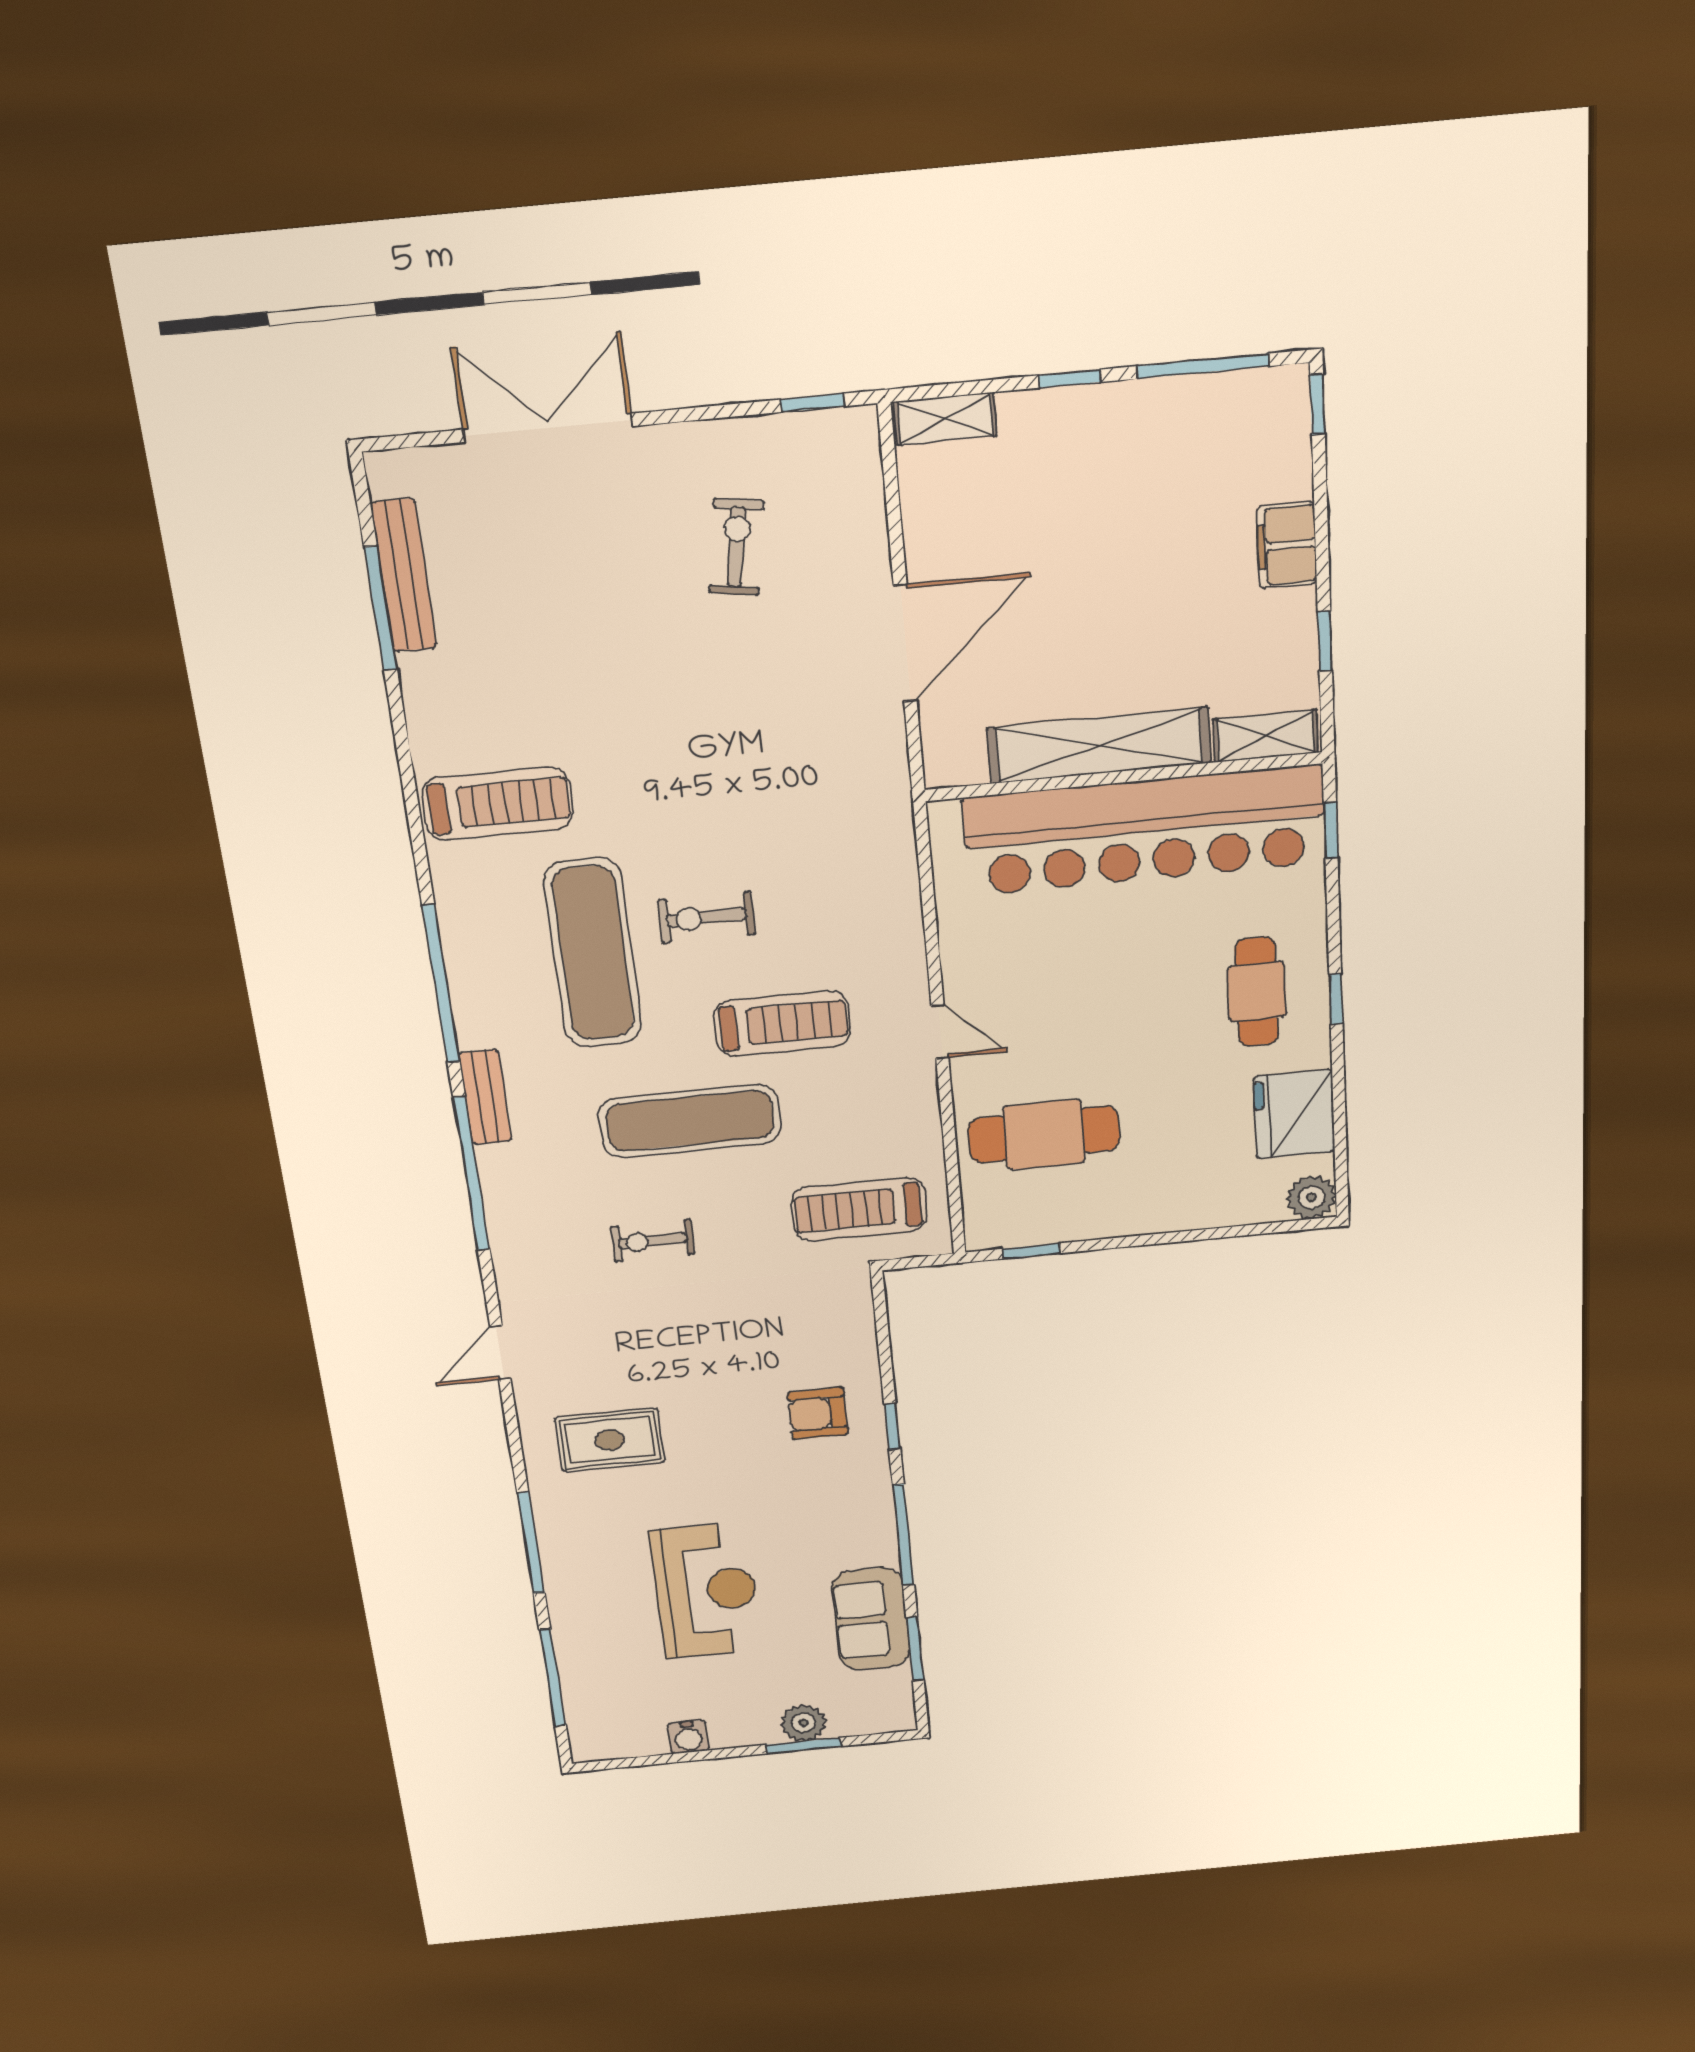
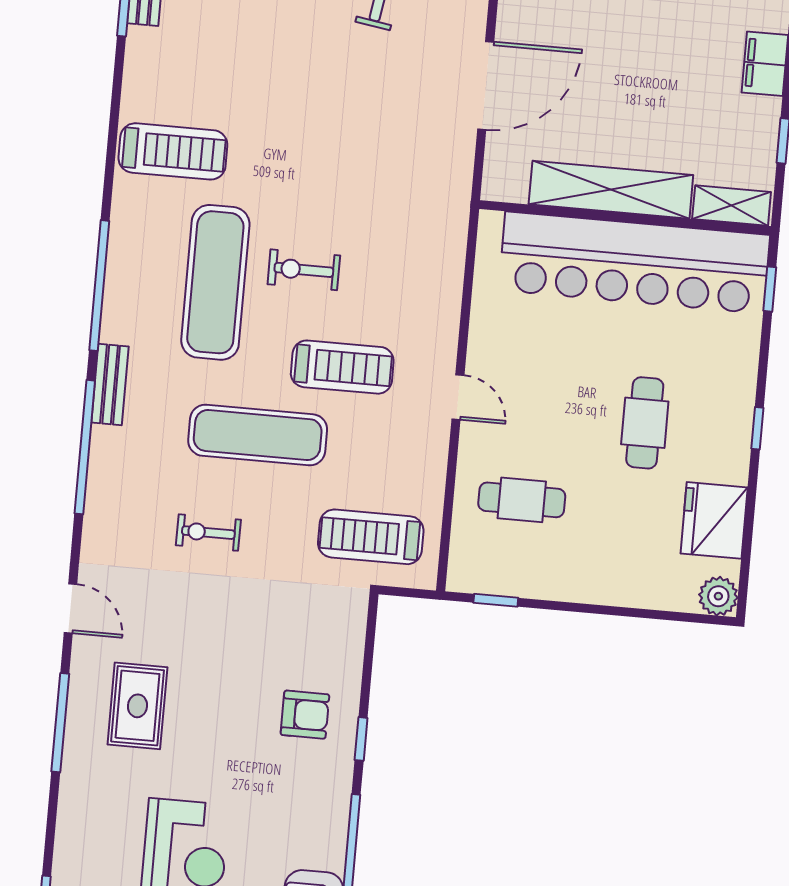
cafe table: (1257, 992) -> (645, 423), moved
cafe table: (1044, 1134) -> (522, 500), width x0.73, depth x0.74
door: (500, 1353) -> (70, 608), swing flipped
armchair: (818, 1413) -> (305, 715), turned 180
rug: (610, 1440) -> (137, 706), turned 90
window: (531, 1543) -> (60, 723), moved

